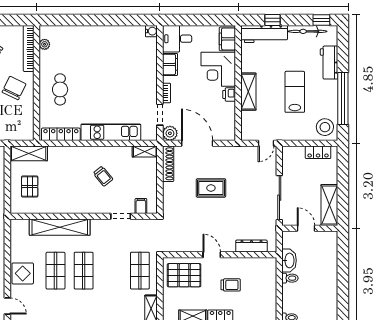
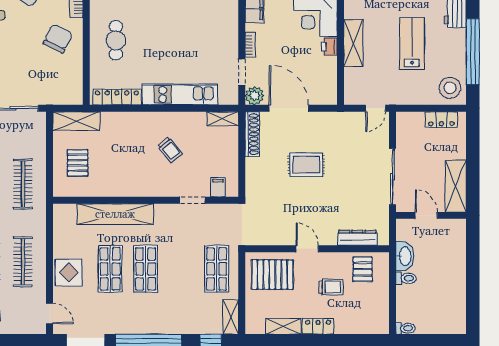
pallet: (256, 271) -> (363, 269), added

